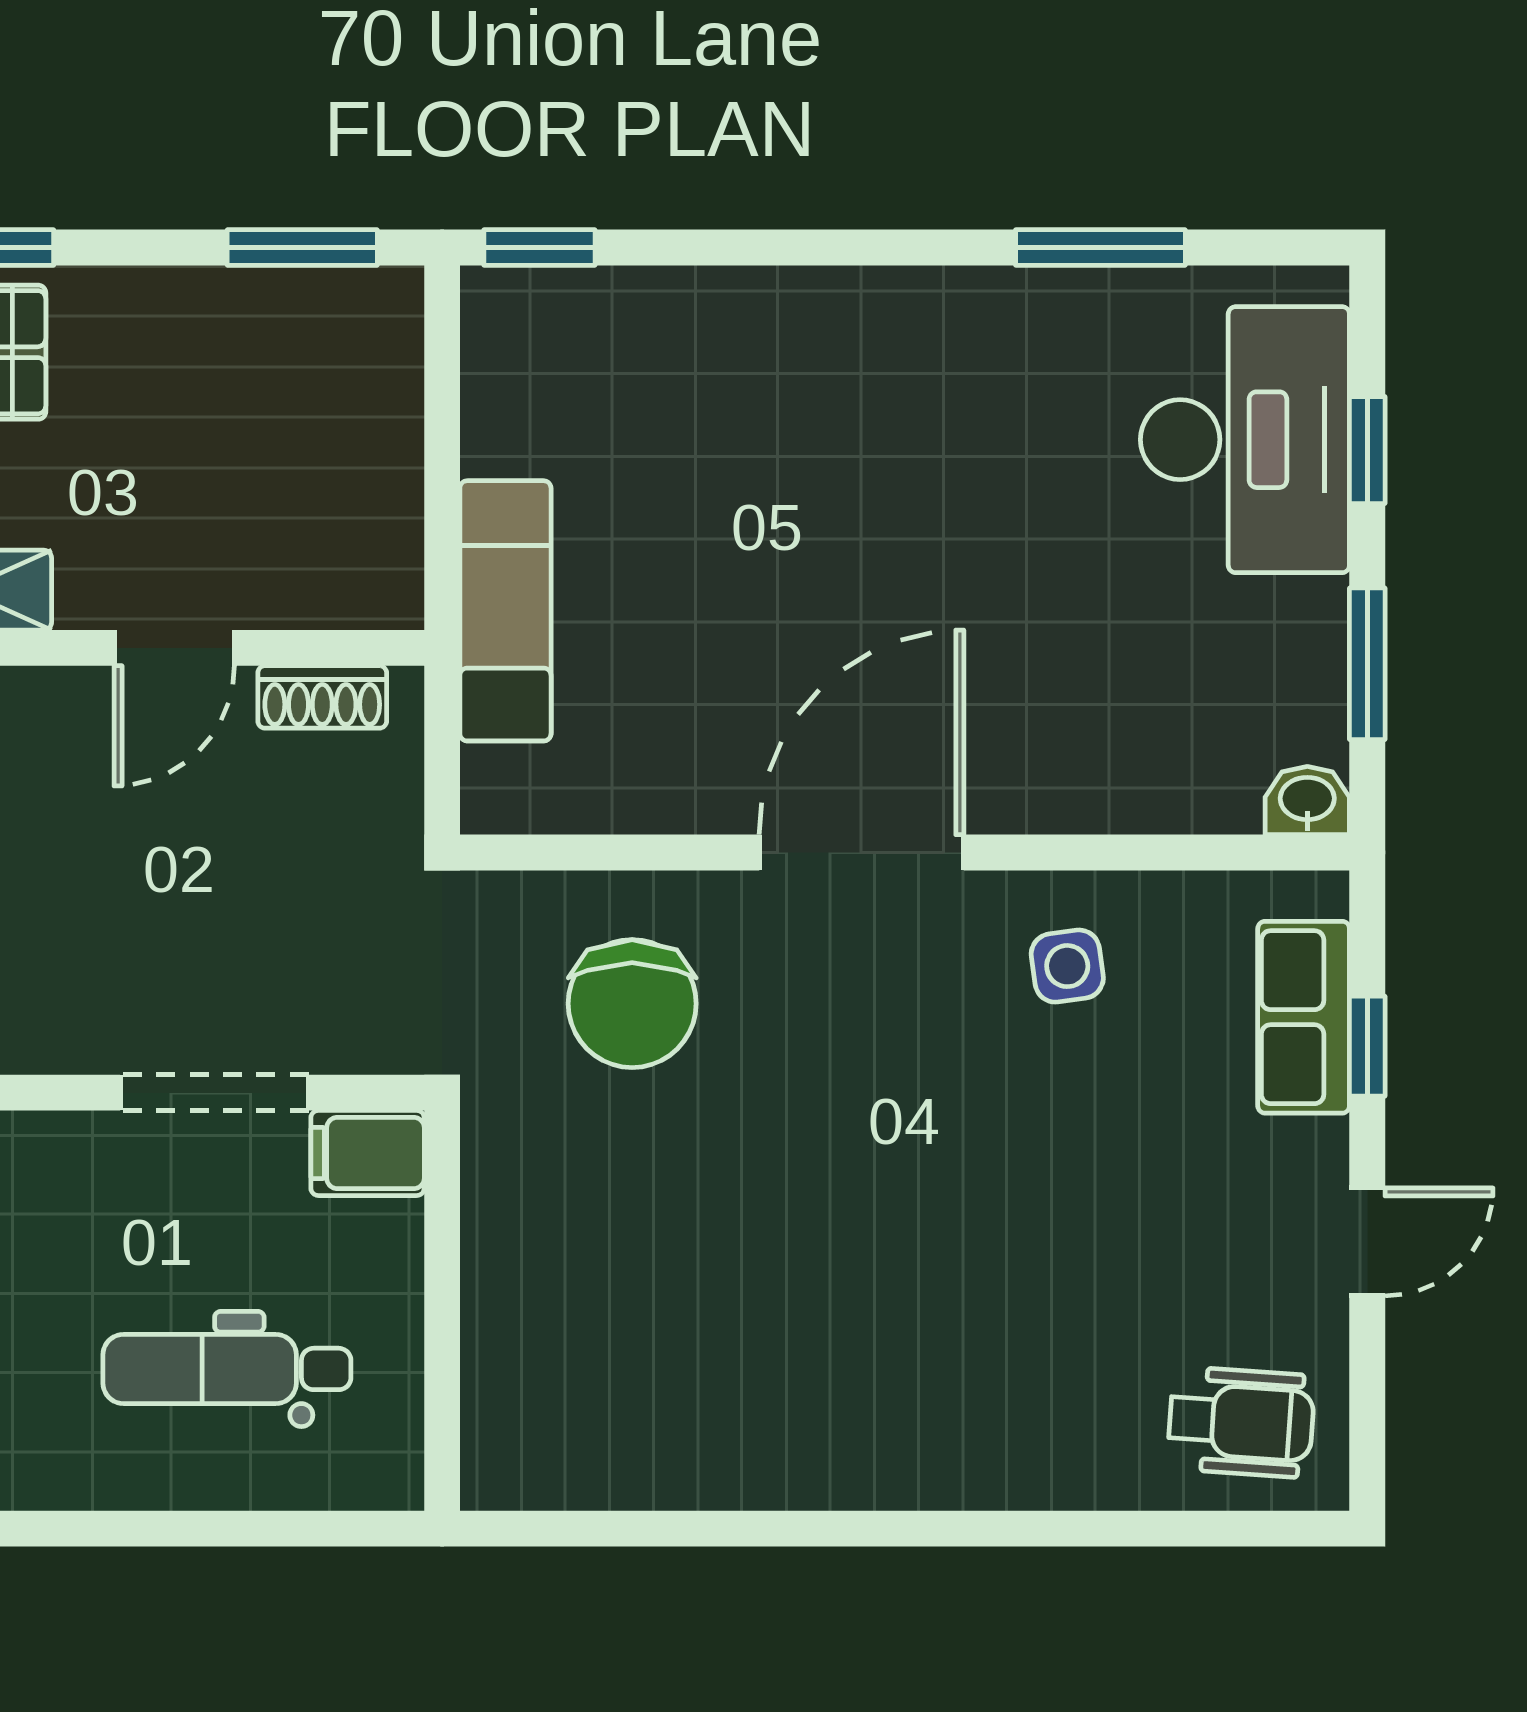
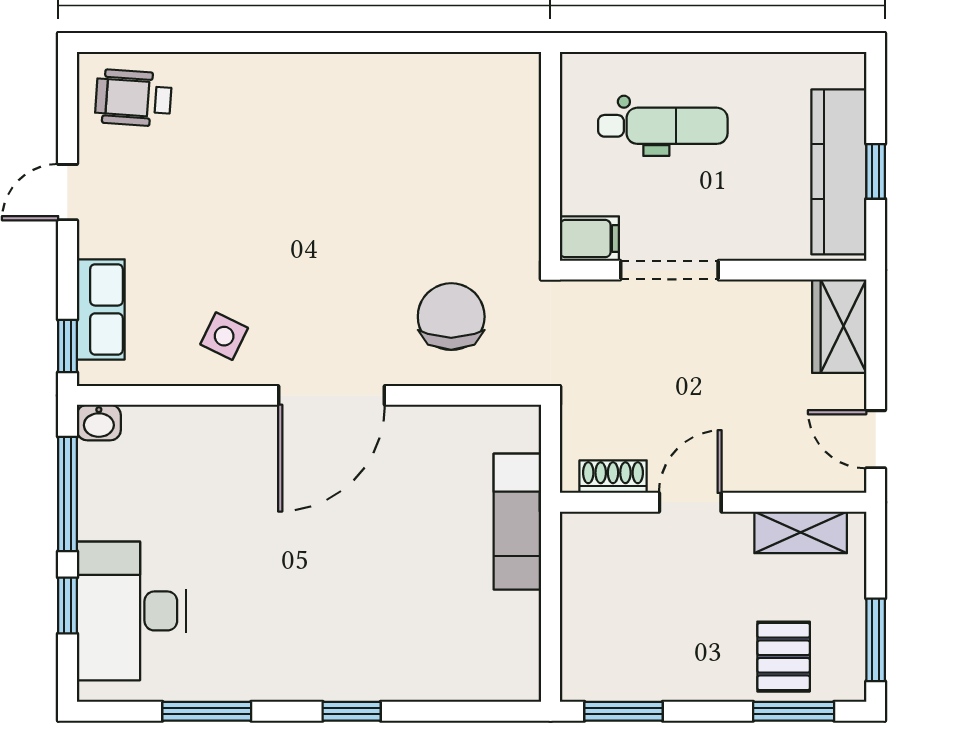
window: (539, 248) -> (352, 711), moved
window: (1367, 664) -> (67, 494), width x1.44
side table: (1067, 966) -> (224, 336), turned 34
window: (1367, 1046) -> (67, 346), moved

